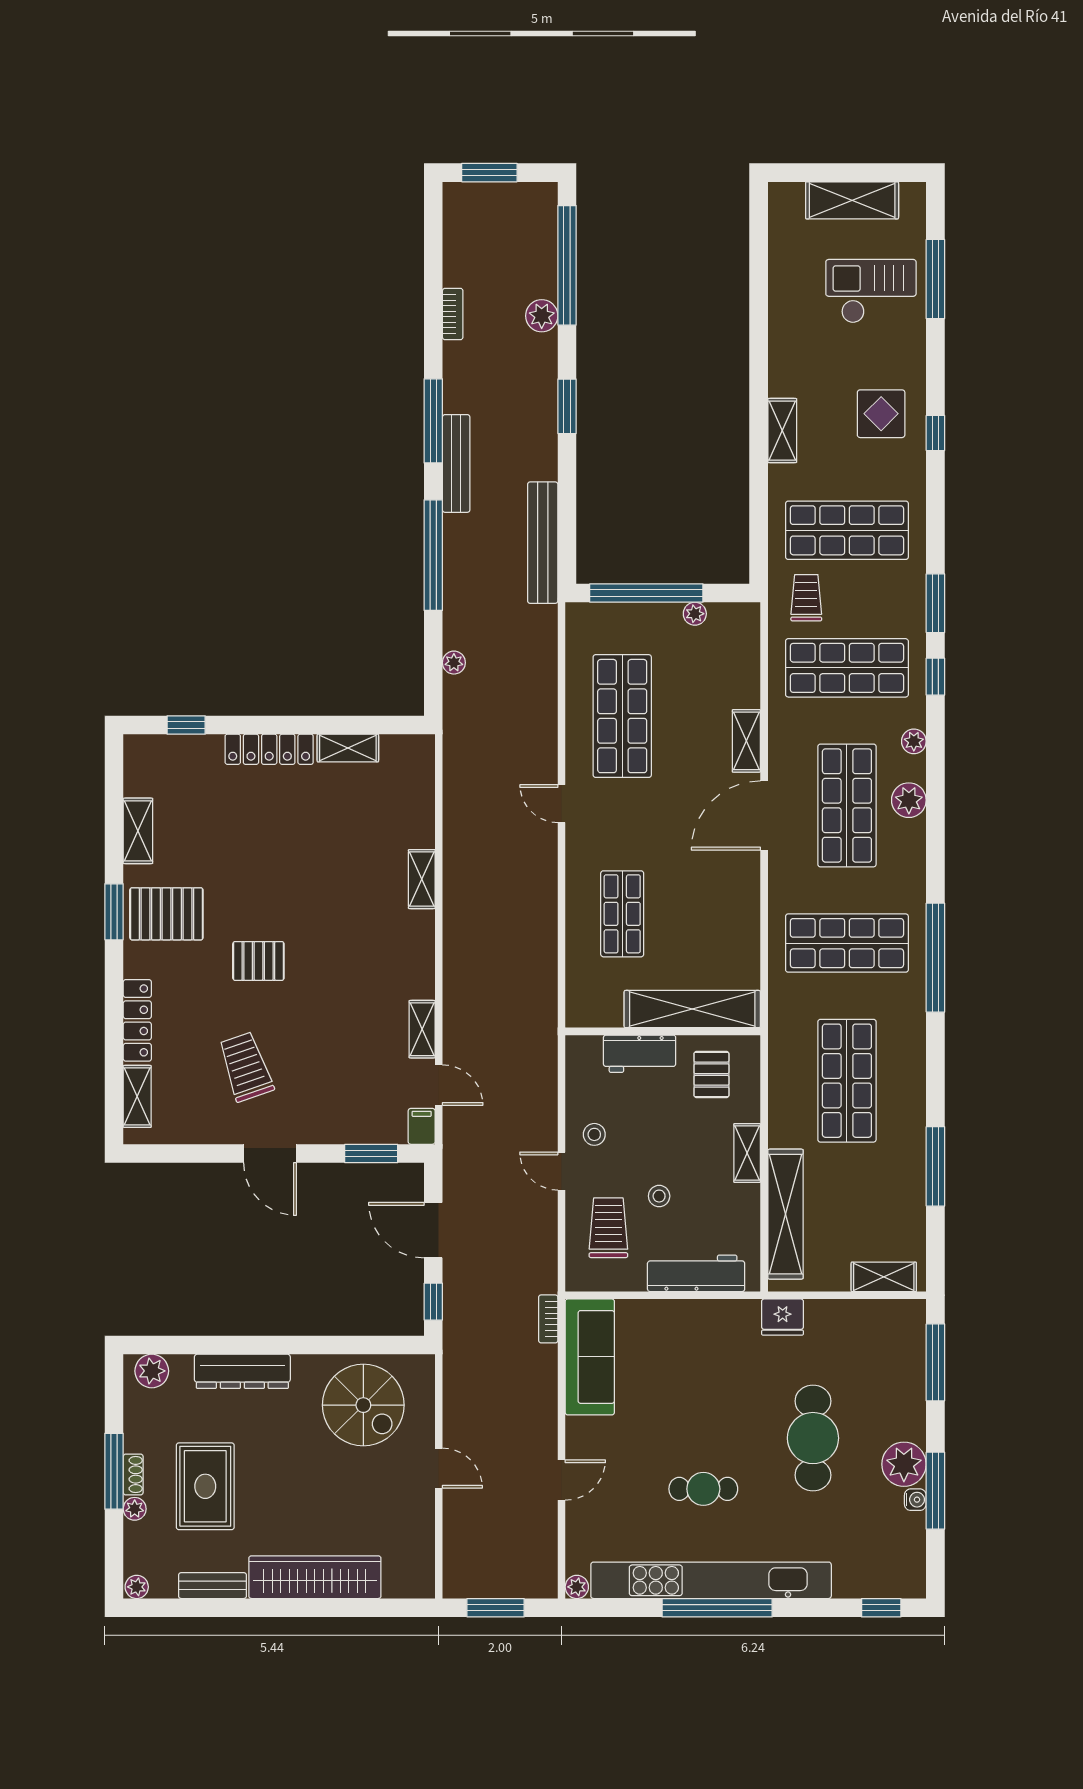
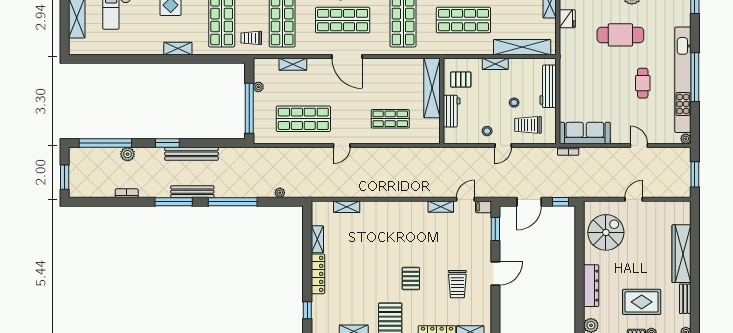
bench: (543, 543) -> (191, 154), moved
shelving: (746, 741) -> (293, 64), moved
shelving: (422, 879) -> (347, 207), moved
trolley: (246, 1067) -> (457, 284), turned -71
fridge: (783, 1317) -> (567, 19), moved

